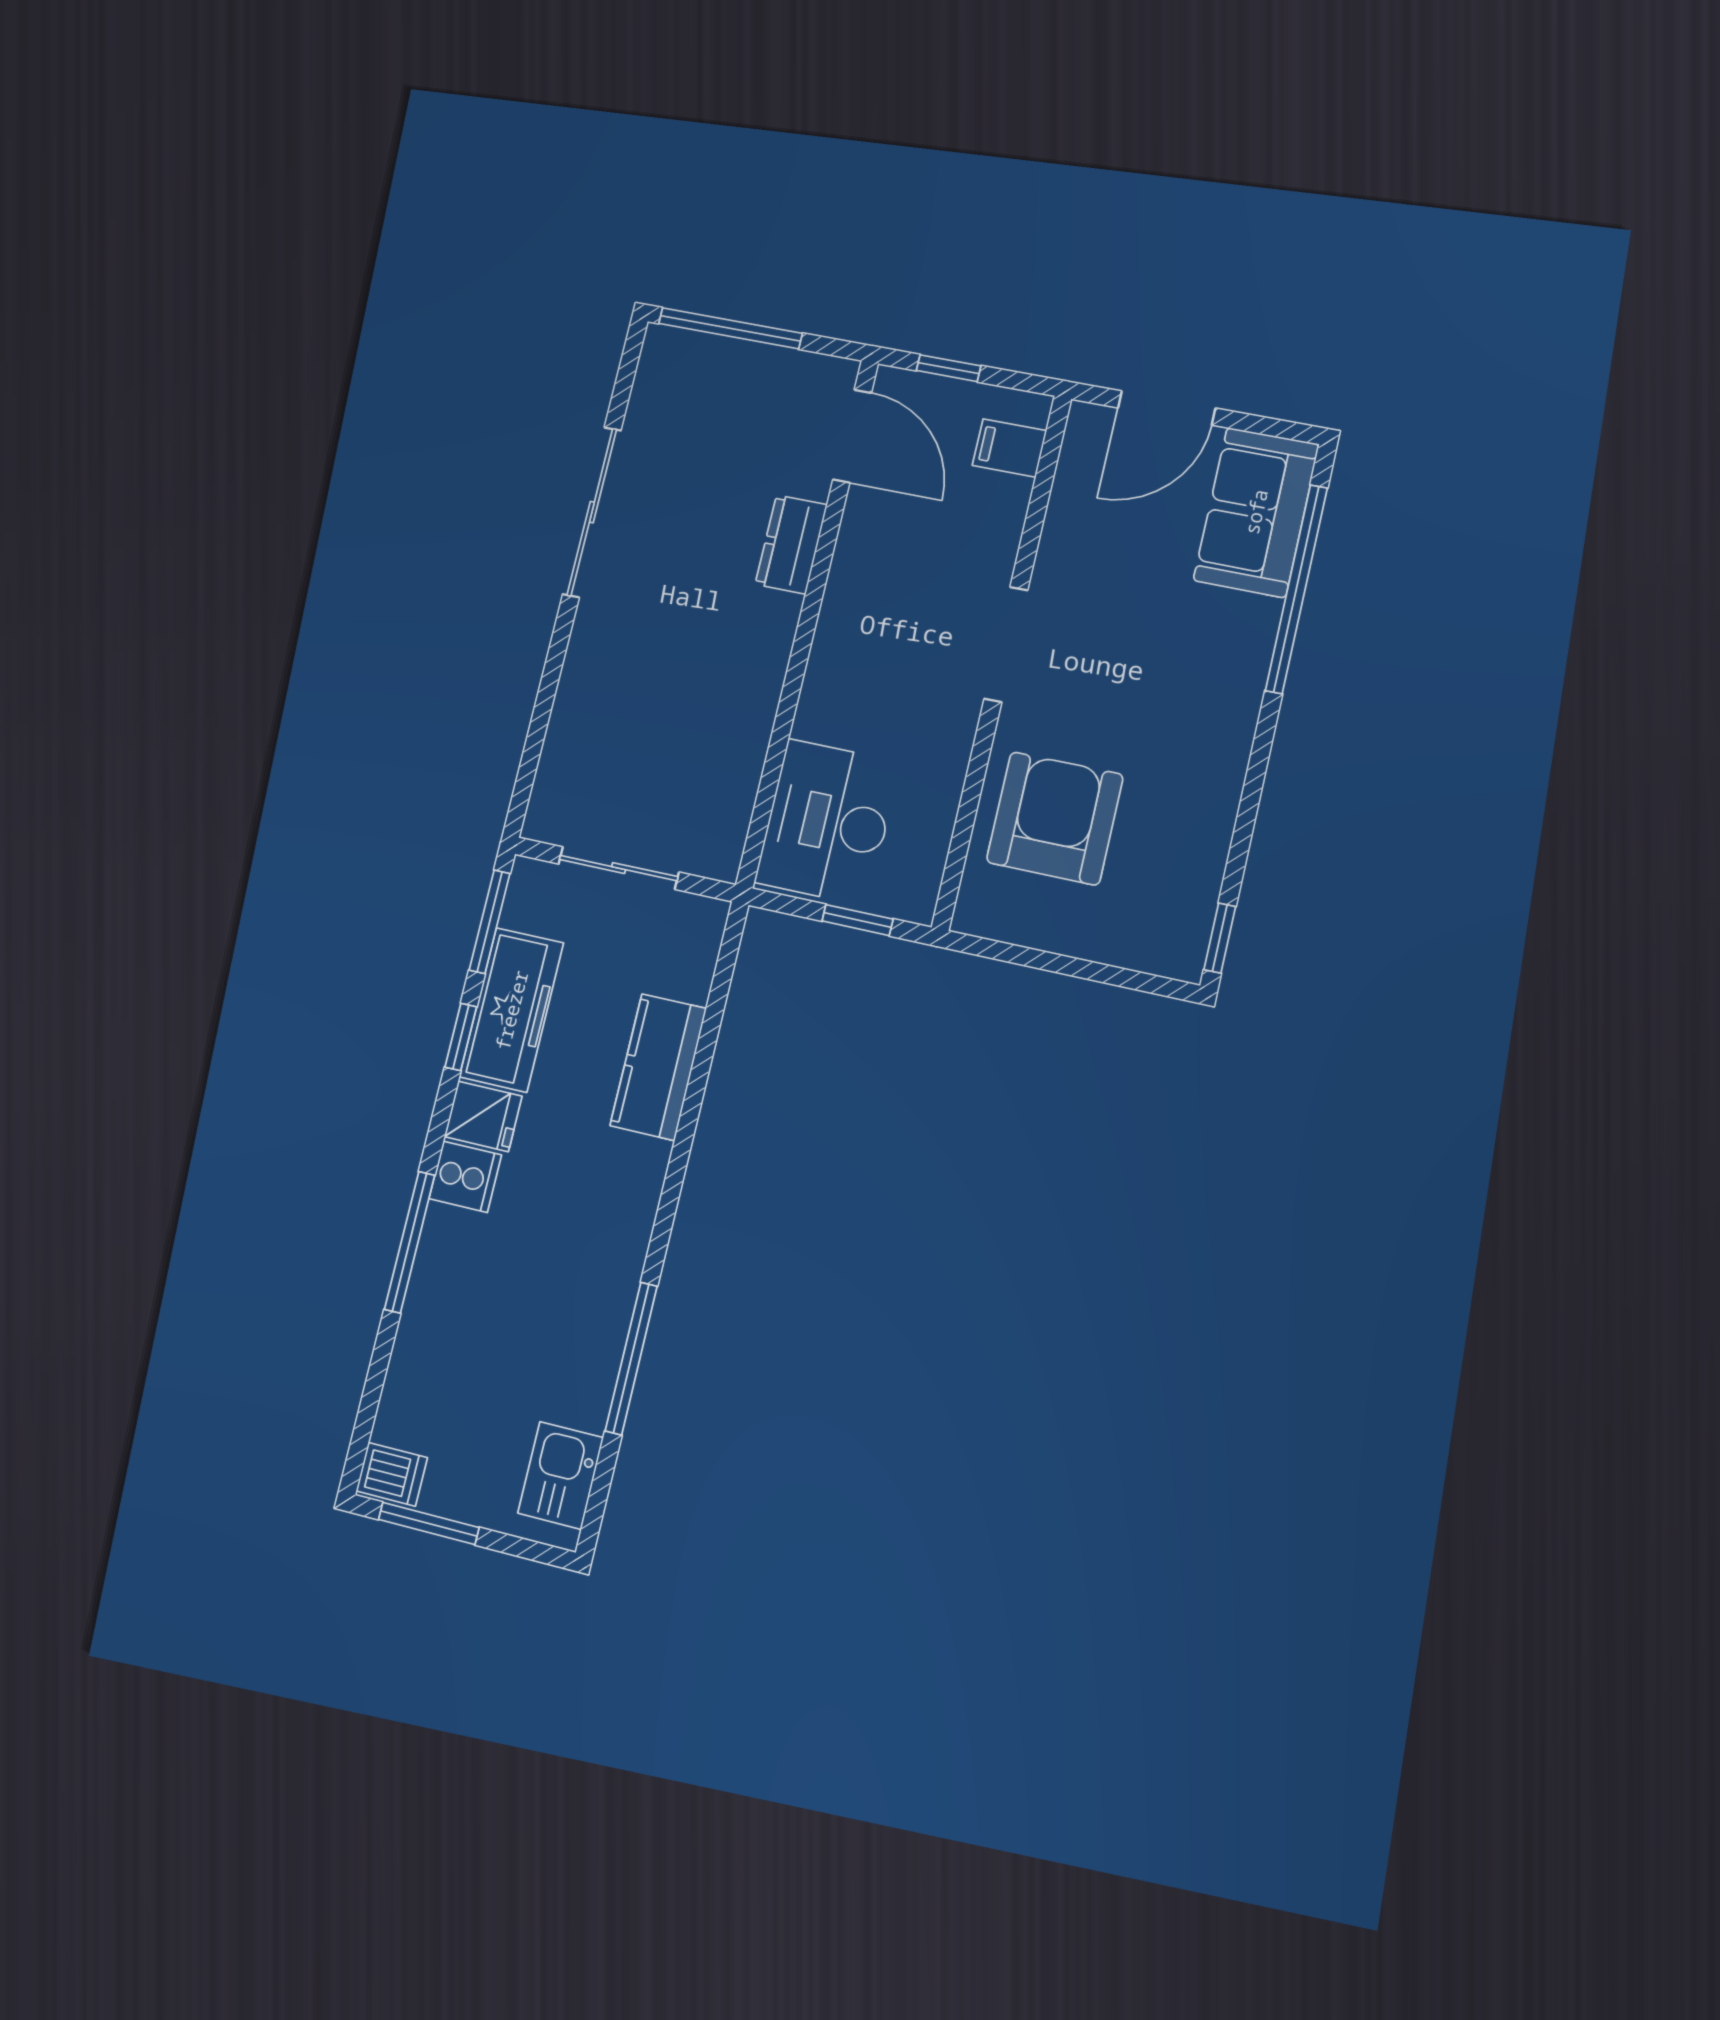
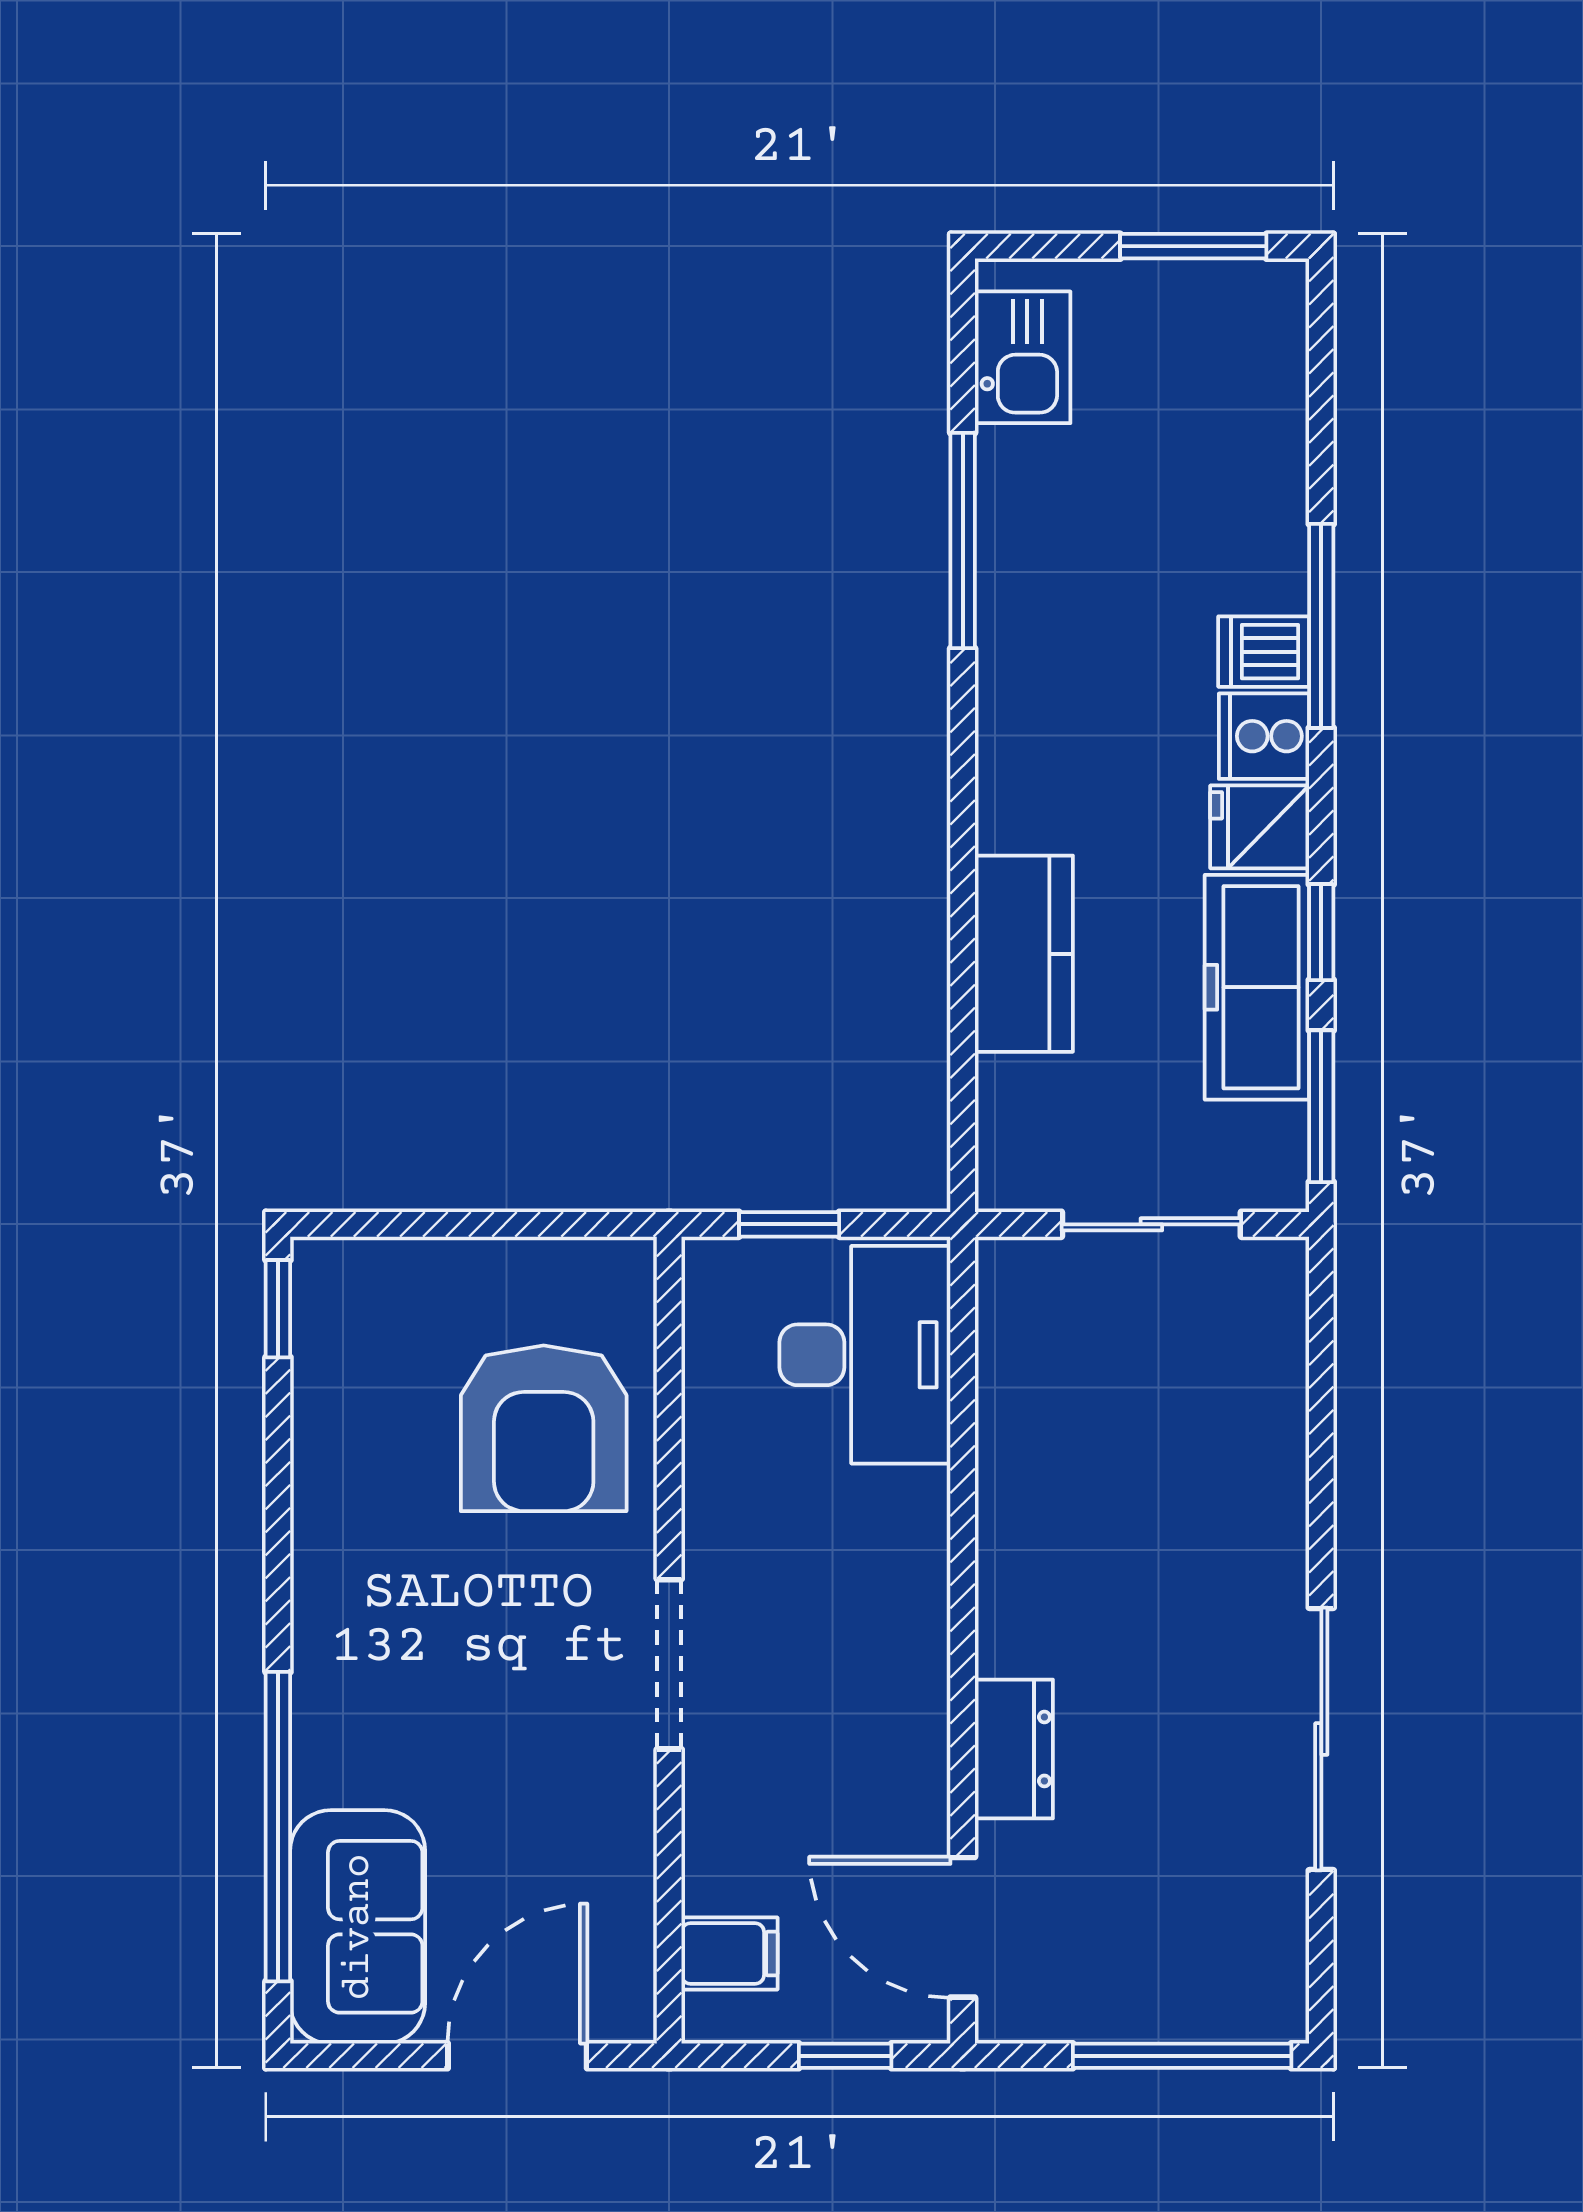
dishwasher: (392, 1474) -> (1264, 652), moved

